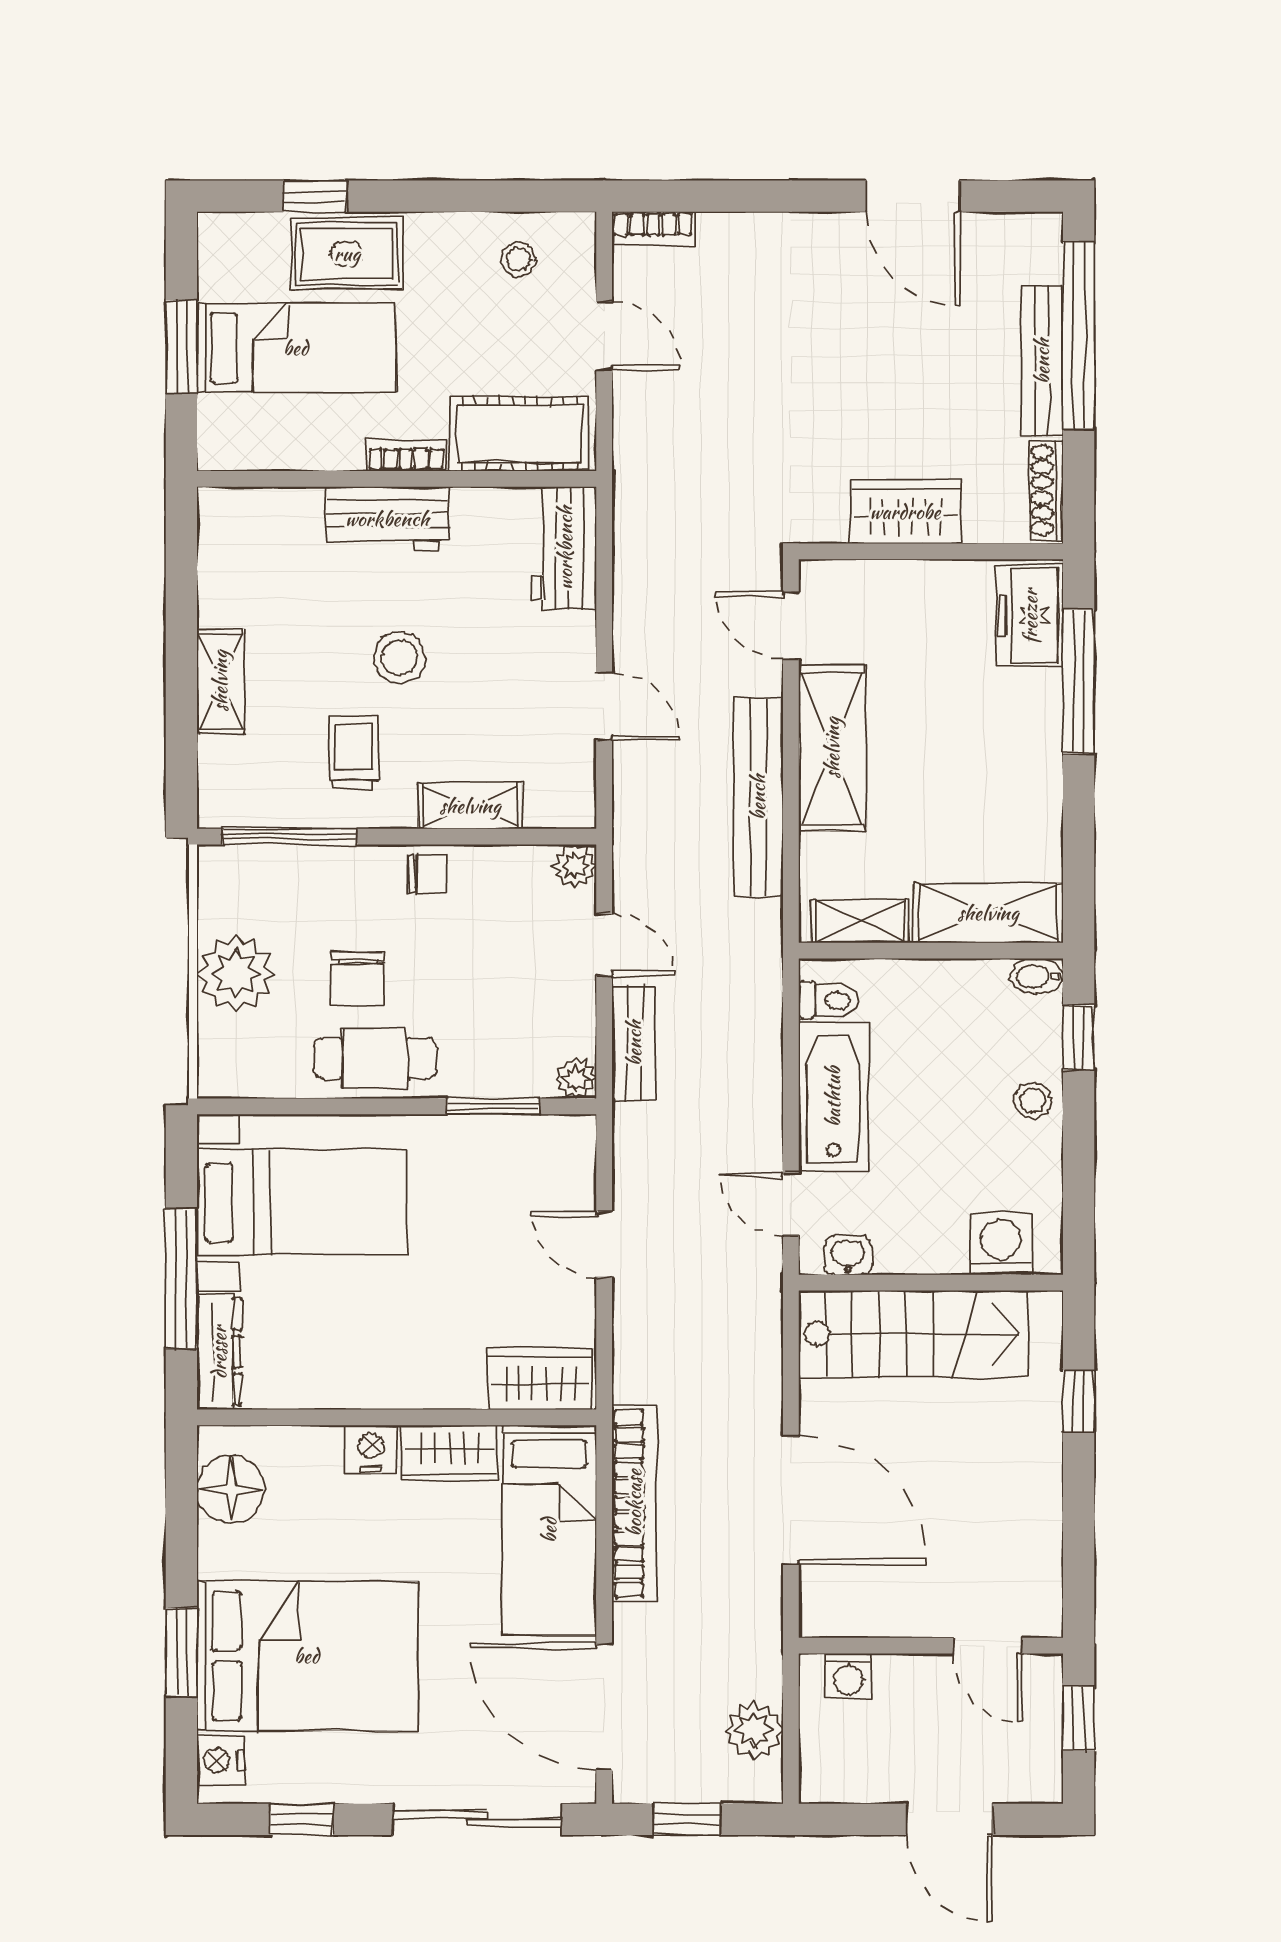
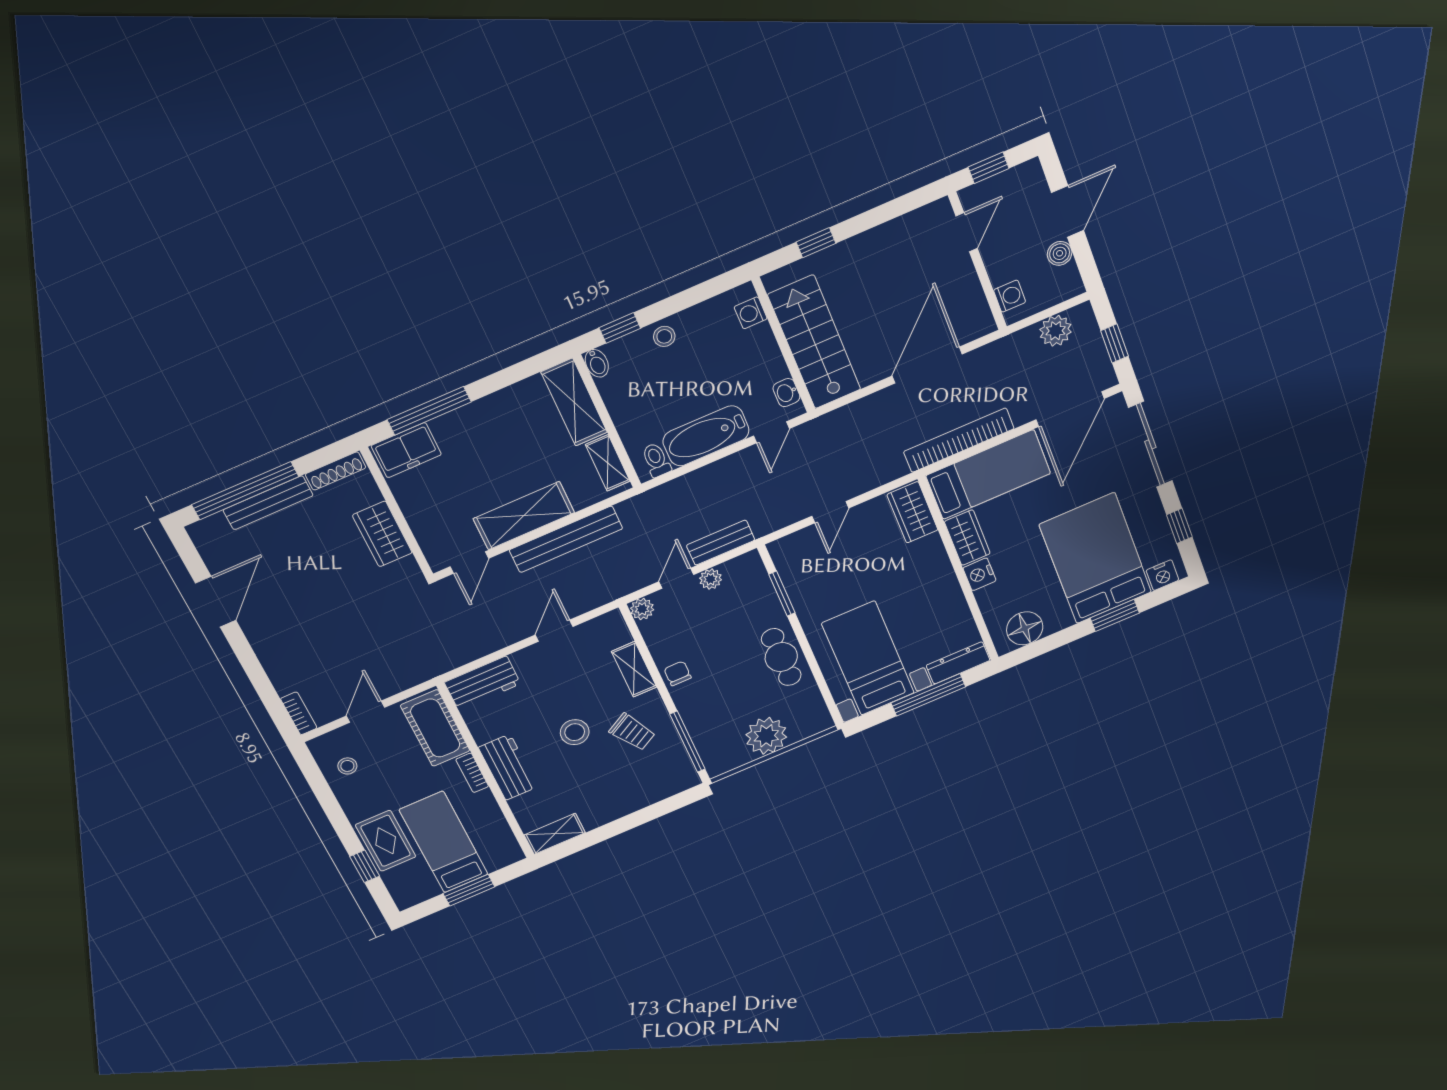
shelving: (220, 681) -> (555, 834), moved
trolley: (353, 753) -> (632, 732), turned -120
chair: (358, 978) -> (744, 682), removed
plant: (576, 1078) -> (711, 579), moved
washing machine: (1001, 1244) -> (751, 313), width x0.73, depth x0.73
boiler: (884, 1782) -> (1060, 253), added

